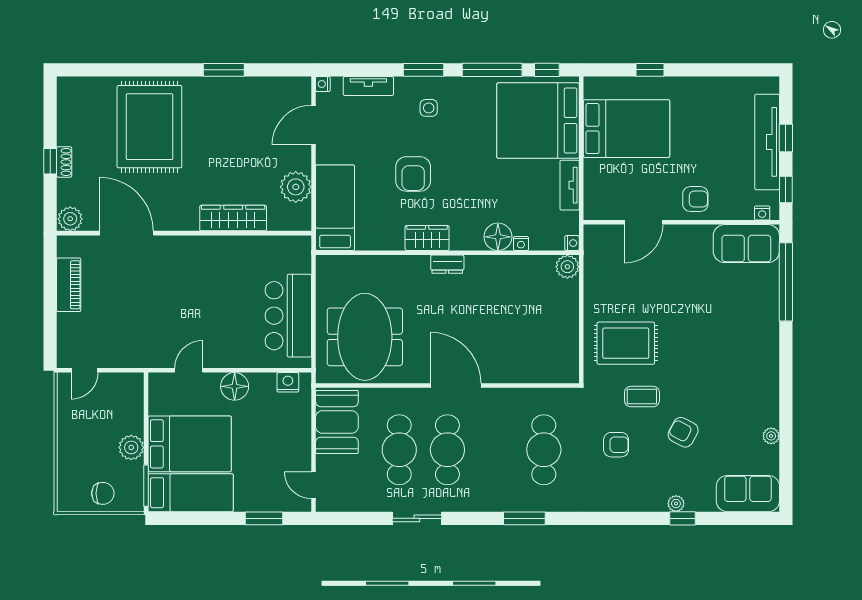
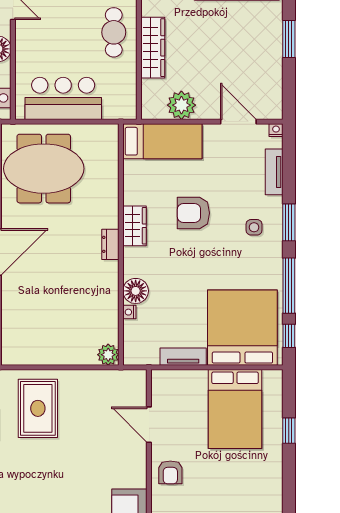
nightstand: (572, 243) -> (130, 359), removed
cafe table: (216, 261) -> (114, 32), added

